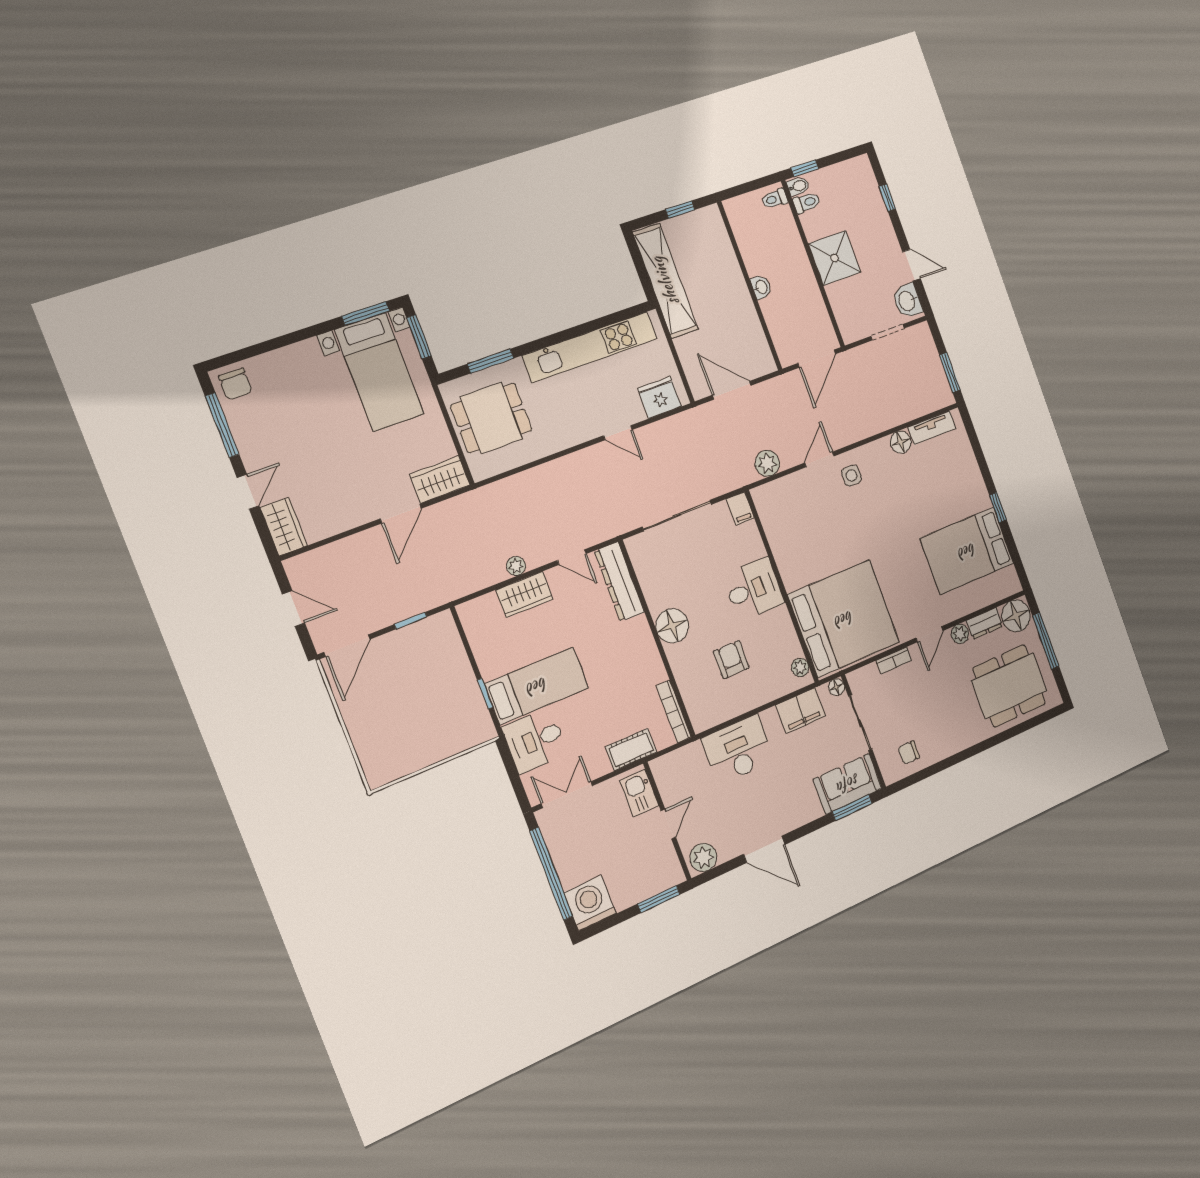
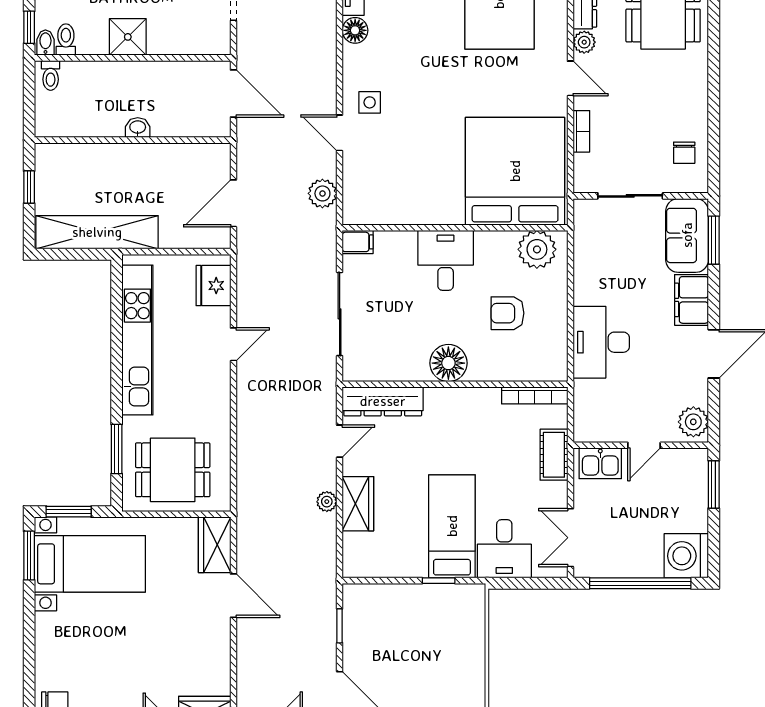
shower: (834, 258) -> (128, 37), width x0.73, depth x0.73
dining table: (491, 418) -> (173, 470), turned 90
plant: (800, 667) -> (537, 249), width x1.88, depth x1.88
floor lamp: (836, 687) -> (582, 208), removed
filing cabinet: (801, 710) -> (691, 300), moved, turned 180
door: (668, 824) -> (644, 445), swing flipped

